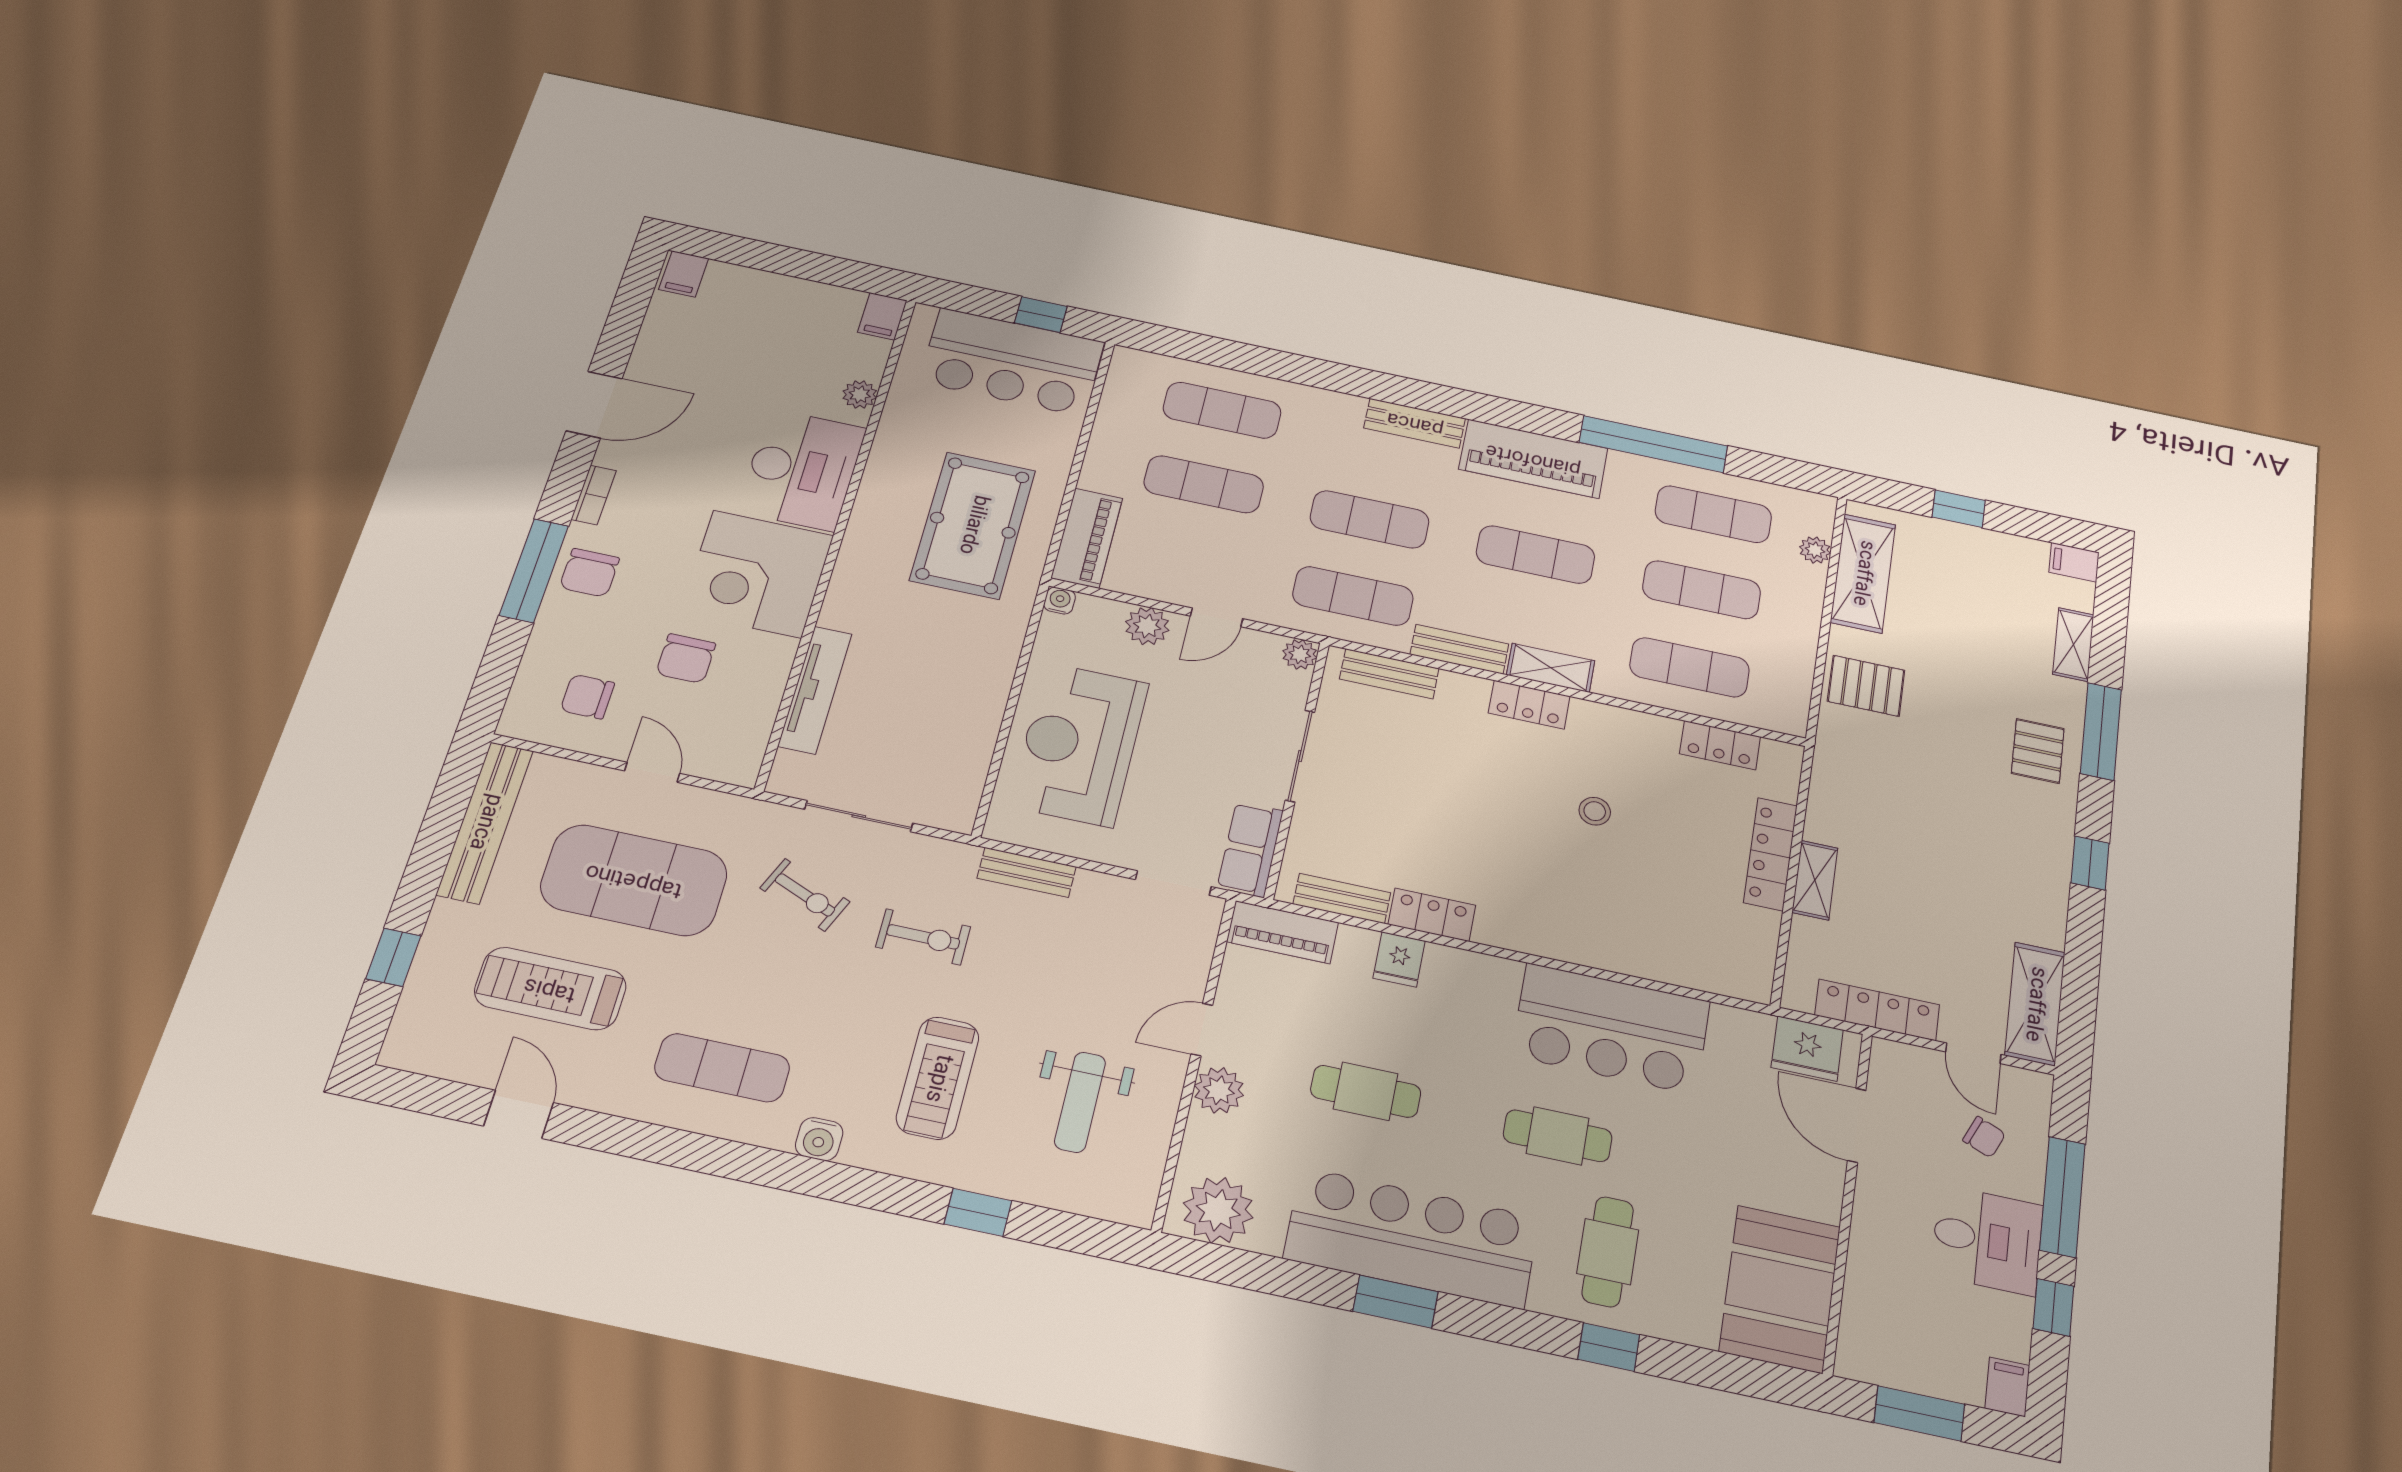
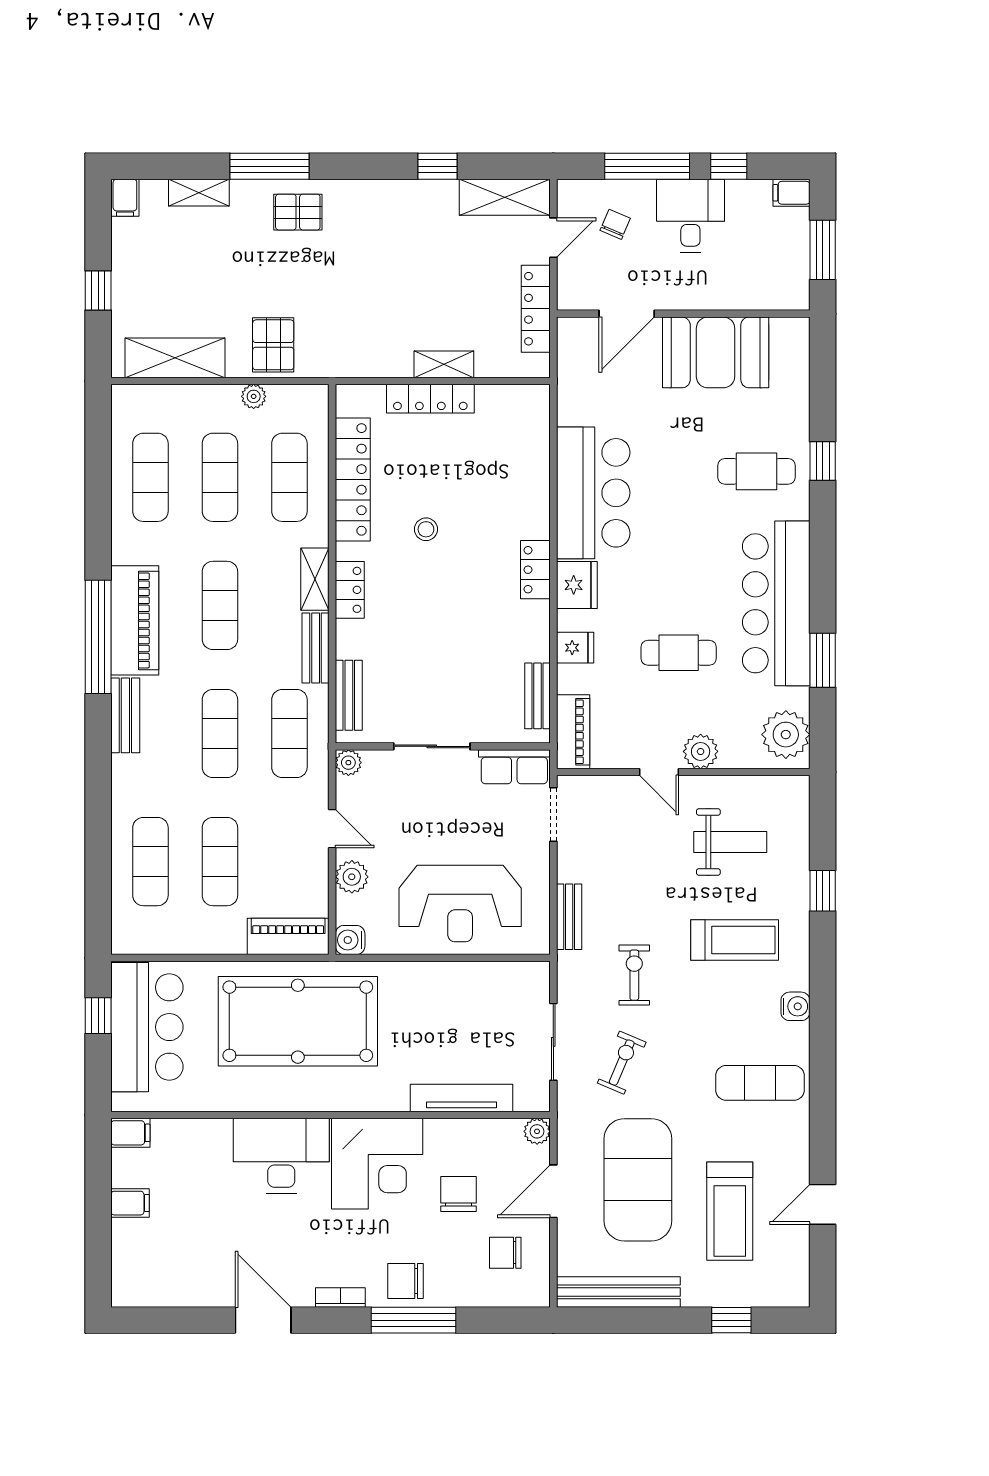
filing cabinet: (684, 274) -> (130, 1203), moved
plant: (860, 394) -> (537, 1131), moved
window: (1653, 444) -> (98, 637), moved
pool table: (973, 525) -> (298, 1021), width x1.36, depth x1.32
plant: (1815, 550) -> (254, 396), moved
chair: (589, 573) -> (406, 1281), turned 180
water cooler: (1060, 601) -> (350, 940), width x1.38, depth x1.38
chair: (686, 659) -> (458, 1194), turned -90
chair: (587, 697) -> (505, 1253), turned 90
locker: (1720, 745) -> (353, 479), width x2.16, depth x1.21
door: (652, 772) -> (553, 1191), width x1.37
window: (2090, 863) -> (438, 166), moved
locker: (1432, 915) -> (535, 570), moved
fridge: (1807, 1049) -> (577, 585), moved
exercise mat: (722, 1068) -> (760, 1083), turned 90
cafe table: (1366, 1091) -> (679, 653), turned 90
cafe table: (1558, 1136) -> (681, 518), removed
booth: (1780, 1289) -> (716, 352), moved
window: (1395, 1302) -> (823, 660), moved

